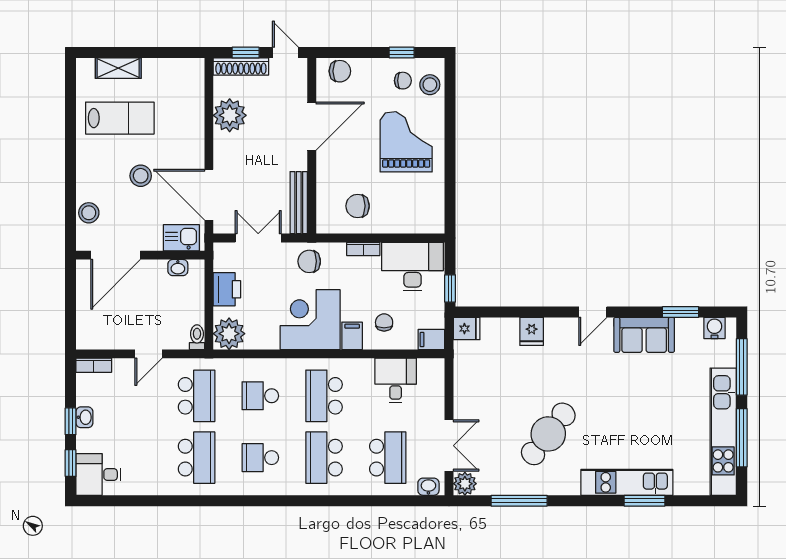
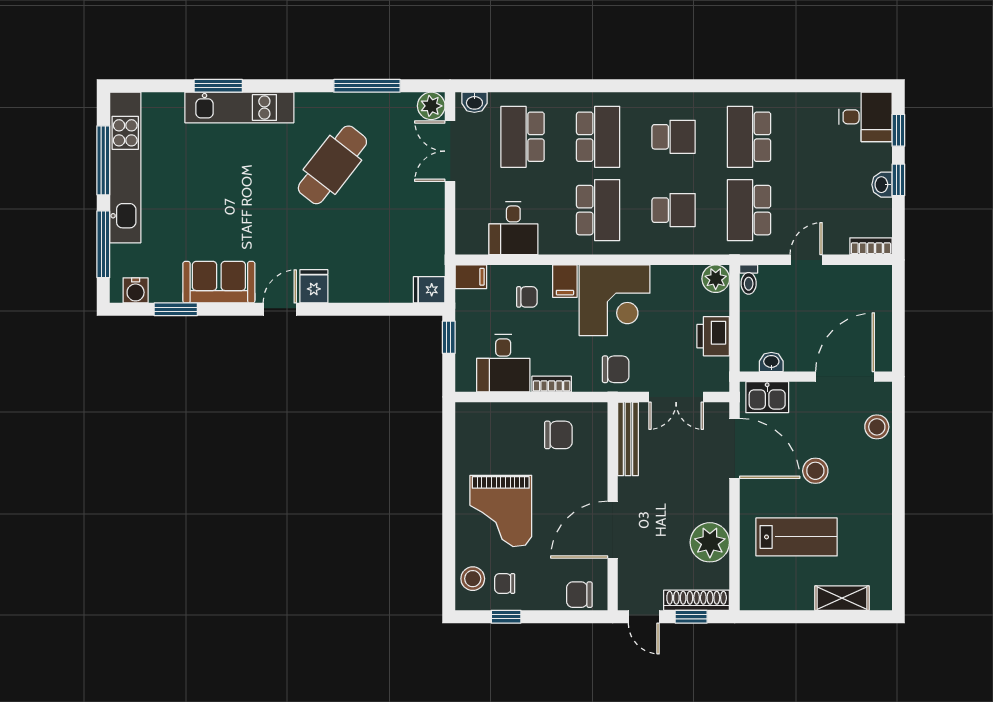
lab bench: (120, 118) -> (797, 537), moved, turned 180
desk: (413, 267) -> (503, 363), width x0.73
chair: (384, 322) -> (527, 297), turned -90
fridge: (532, 331) -> (314, 286), moved
plant: (229, 334) -> (716, 279), width x0.73, depth x0.73

